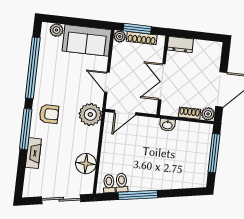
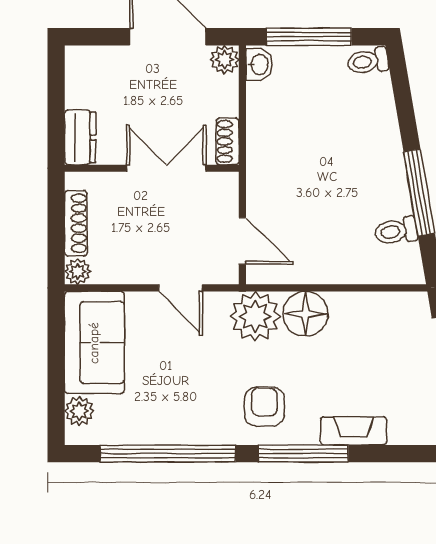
window: (137, 29) -> (56, 235), removed
door: (107, 82) -> (181, 288), hinge flipped
double door: (162, 82) -> (166, 168), swing flipped
shoe rack: (190, 113) -> (228, 141), moved
washbasin: (167, 125) -> (259, 64), moved
floor lamp: (86, 164) -> (305, 314), moved
toilet: (109, 184) -> (368, 61), moved

